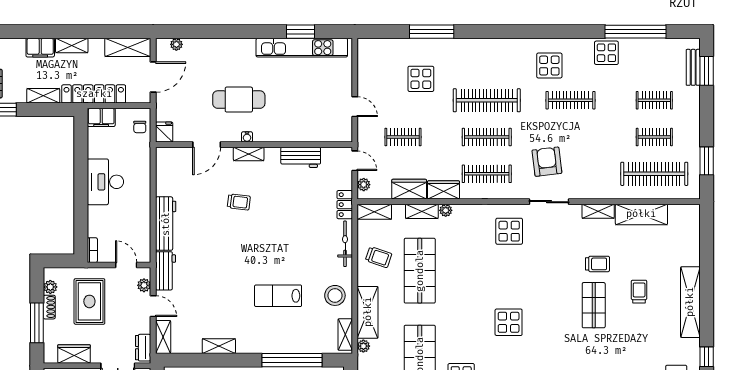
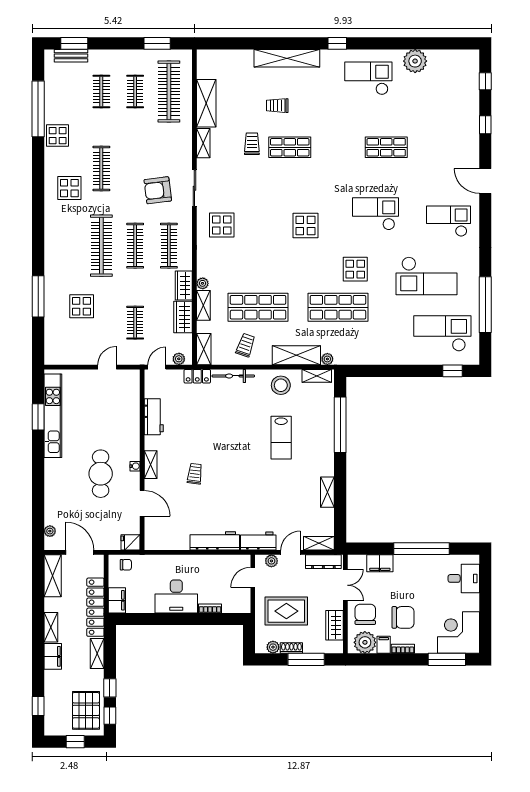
bookcase: (92, 250) -> (210, 608), moved
dresser: (143, 348) -> (323, 562), width x1.44

